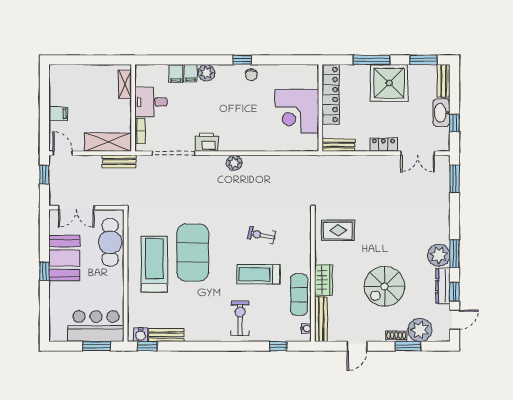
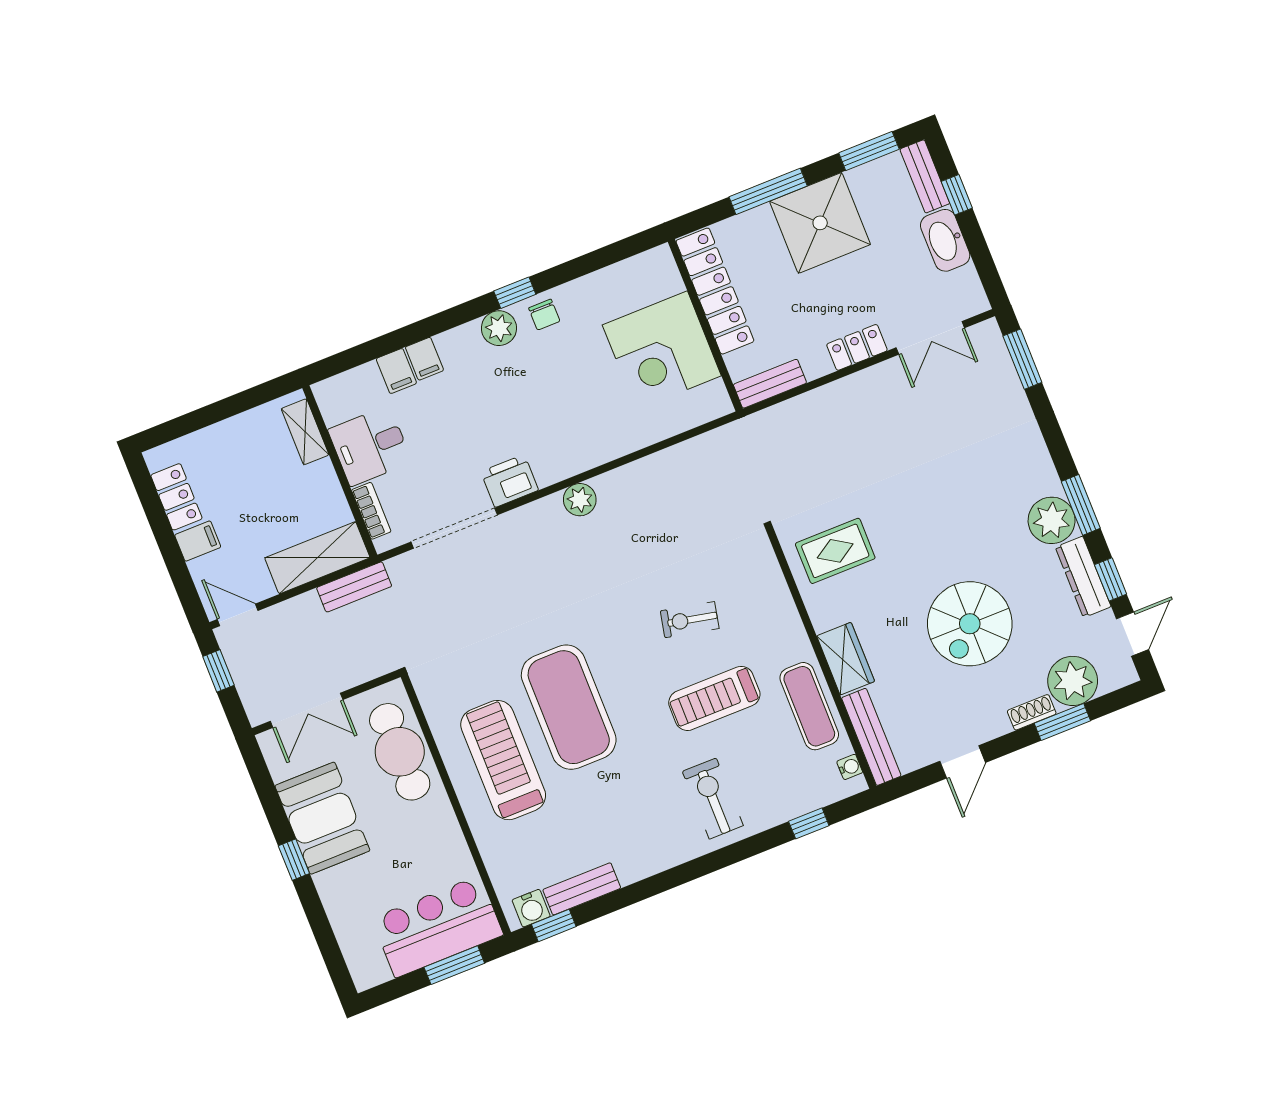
plant: (206, 73) -> (499, 328), moved
locker: (57, 90) -> (176, 497), added
window: (455, 123) -> (957, 195), moved

